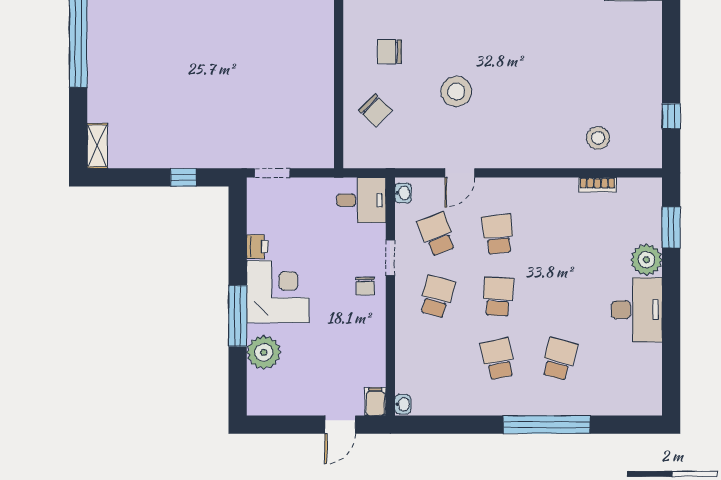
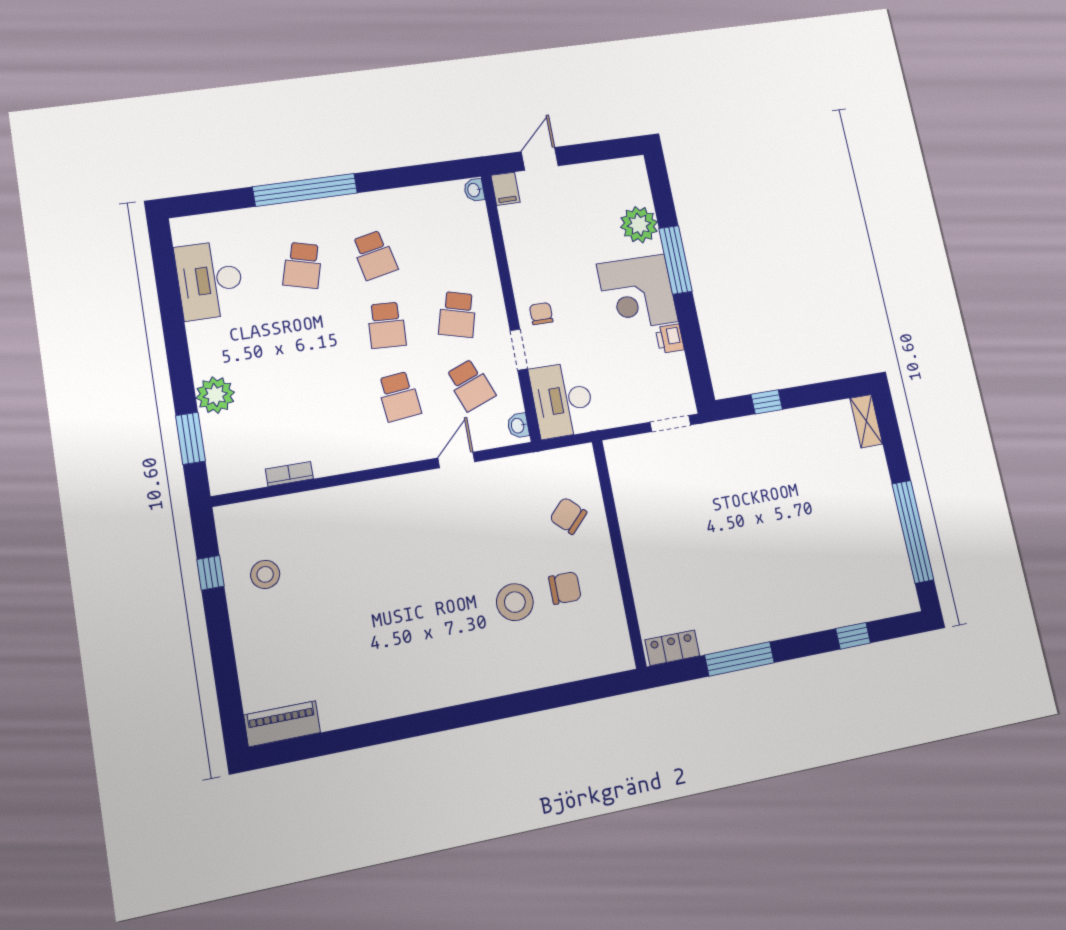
stool: (456, 91) -> (515, 602), moved
stool: (598, 138) -> (265, 574), moved
desk: (361, 200) -> (562, 400), width x1.37
desk: (637, 310) -> (210, 280), moved

